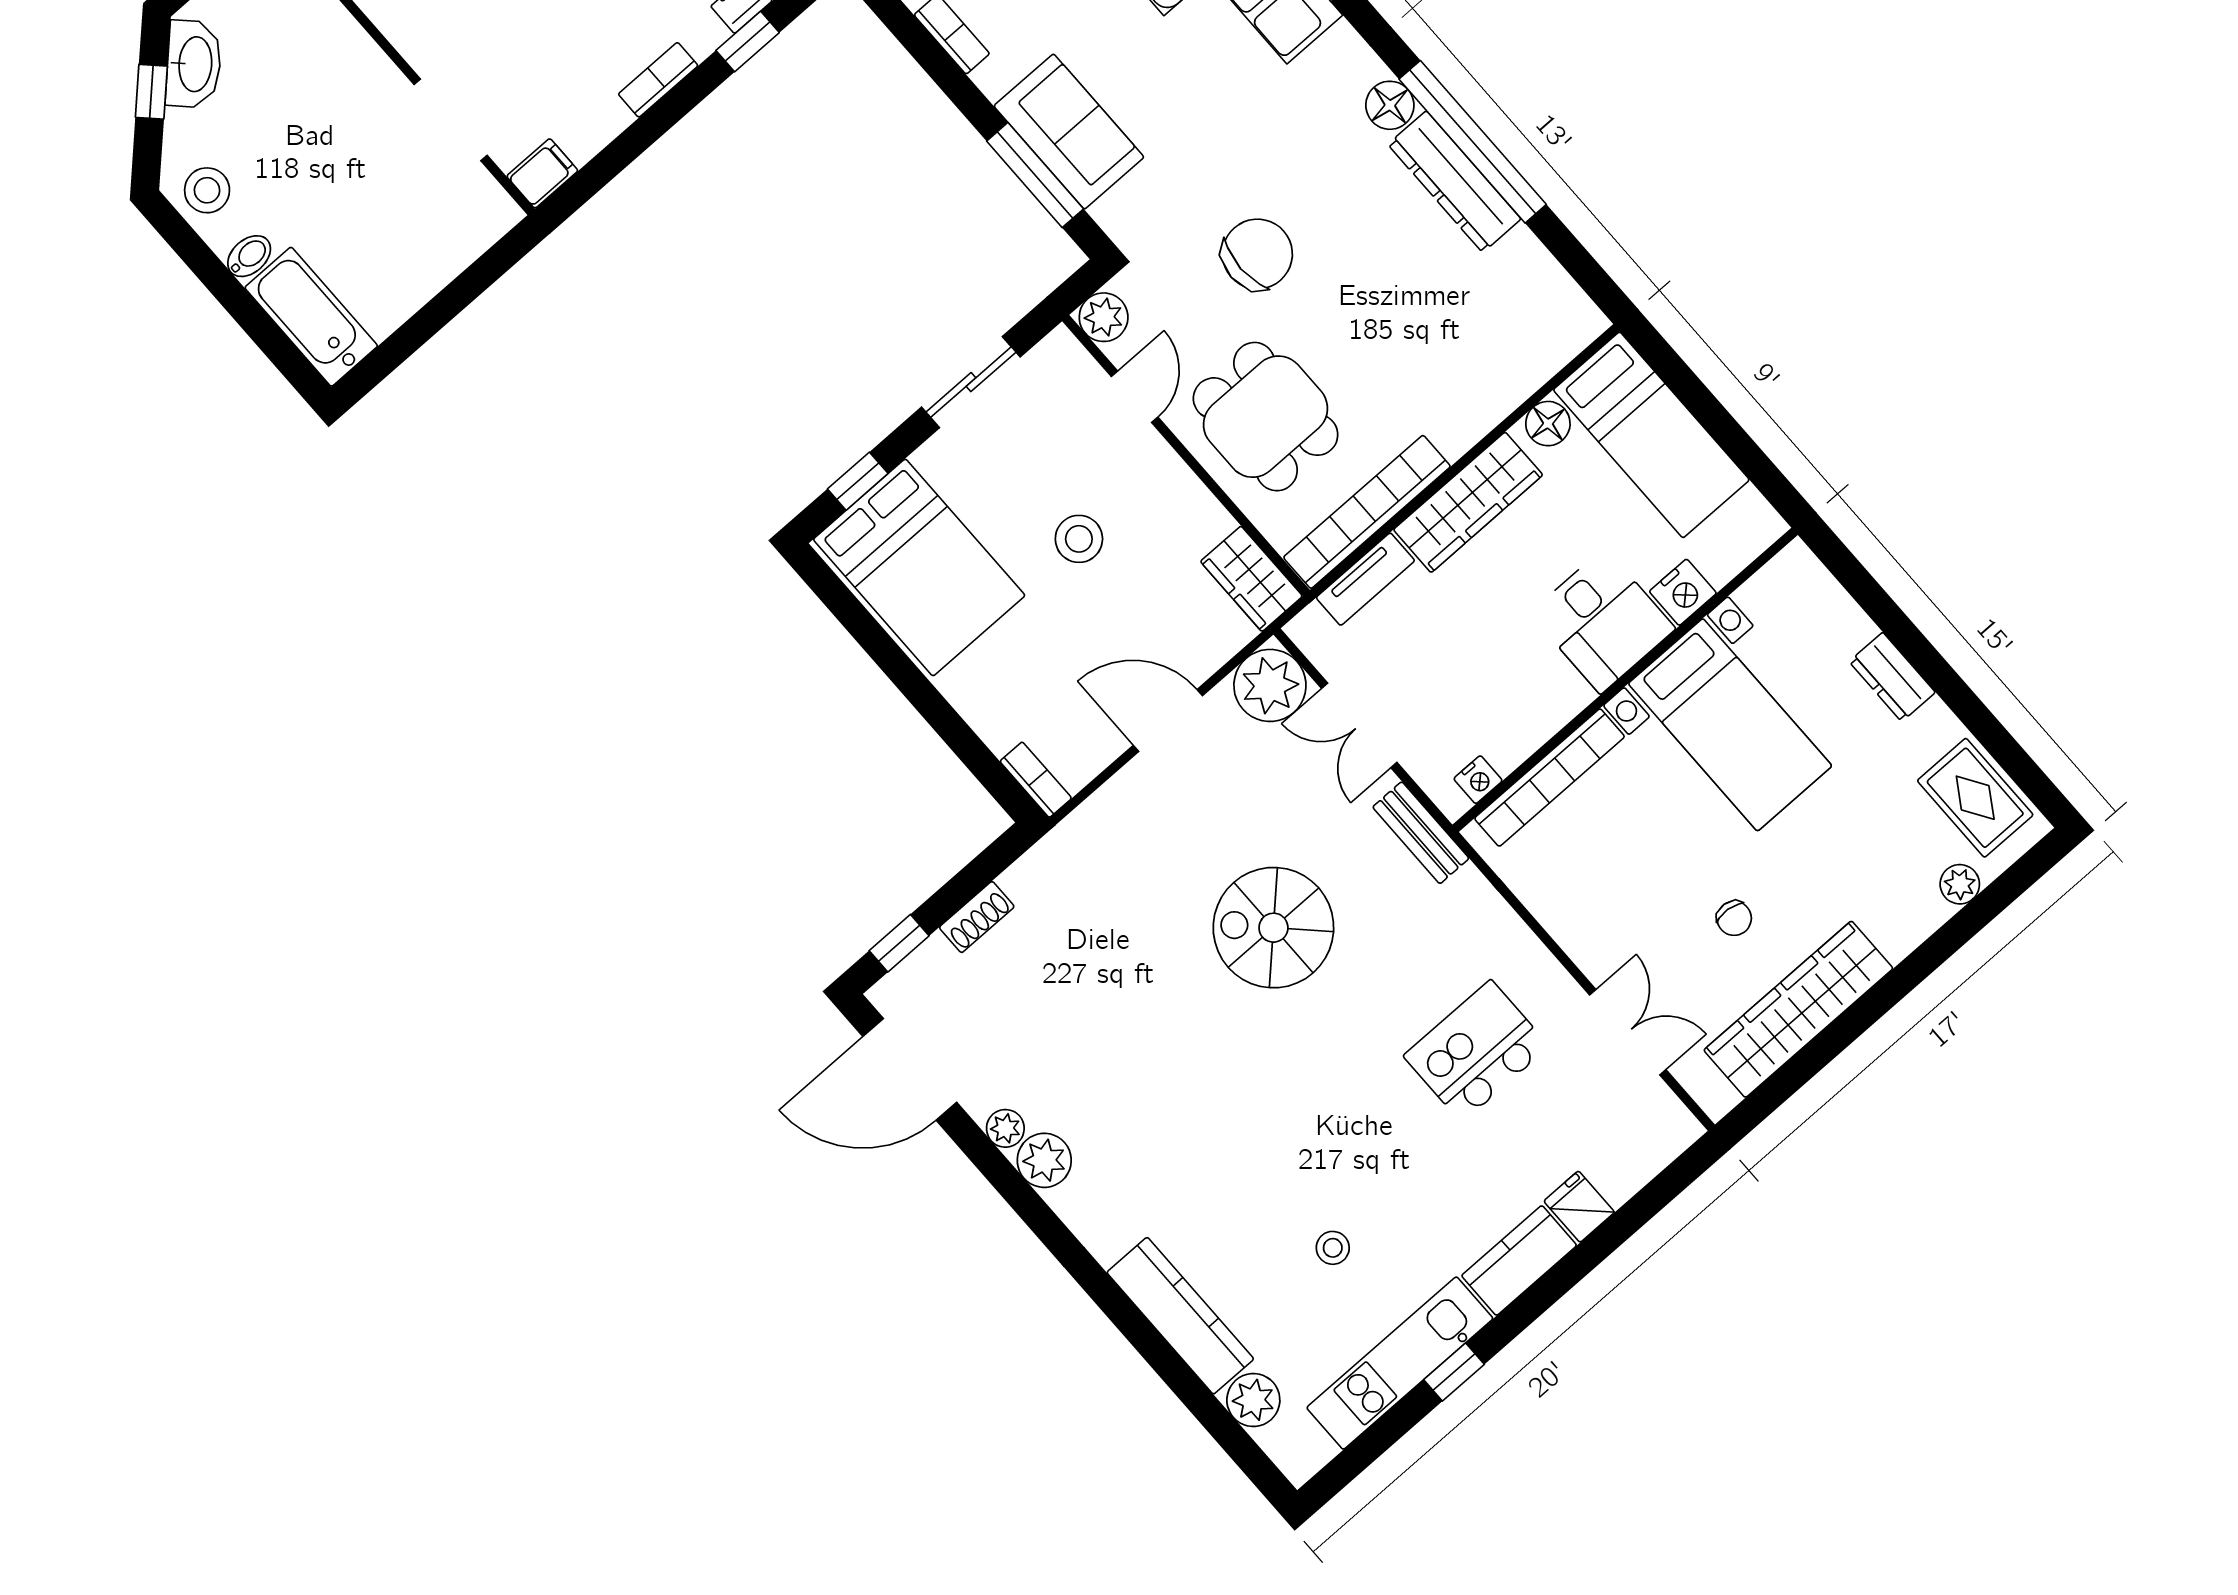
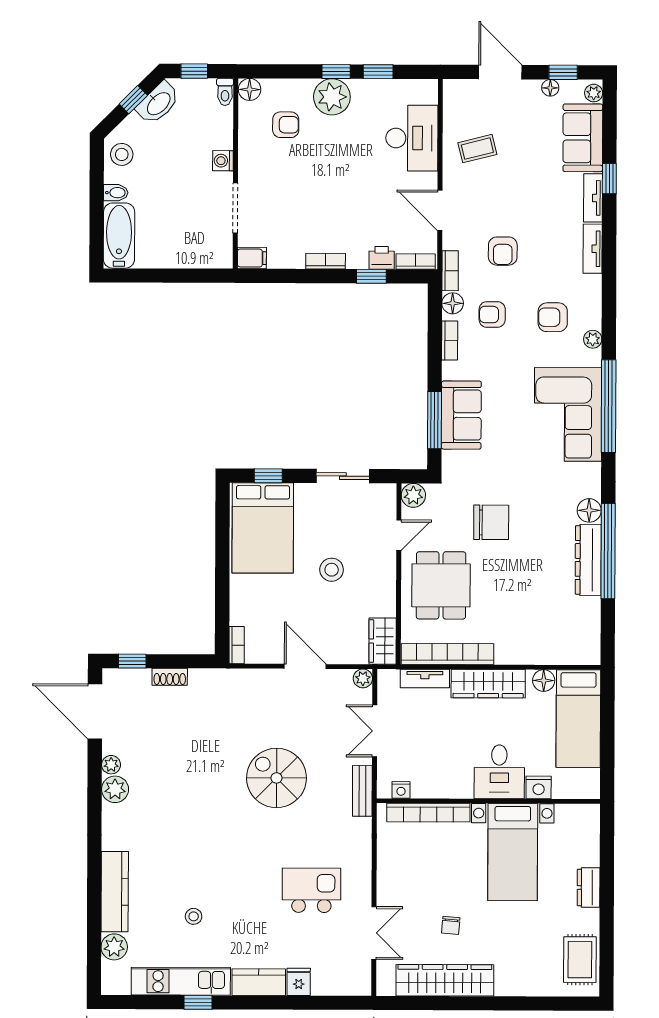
washing machine: (369, 65) -> (223, 161), added
plant: (1270, 685) -> (363, 678), width x0.53, depth x0.53
plant: (1960, 884) -> (546, 987), removed

